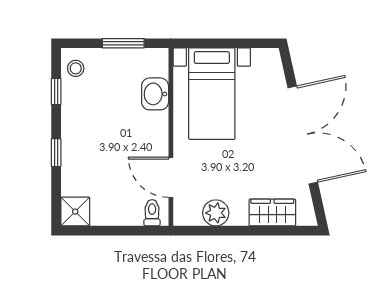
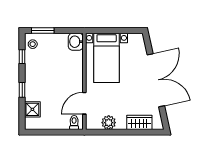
window: (123, 43) -> (43, 30), moved
washbasin: (155, 94) -> (76, 42), moved
door: (171, 177) -> (84, 103), hinge flipped
shower: (75, 212) -> (32, 109), moved

